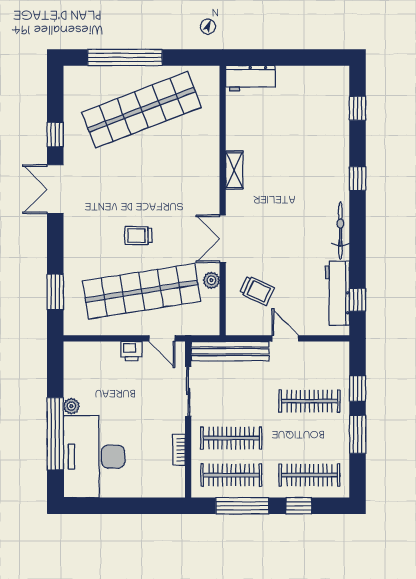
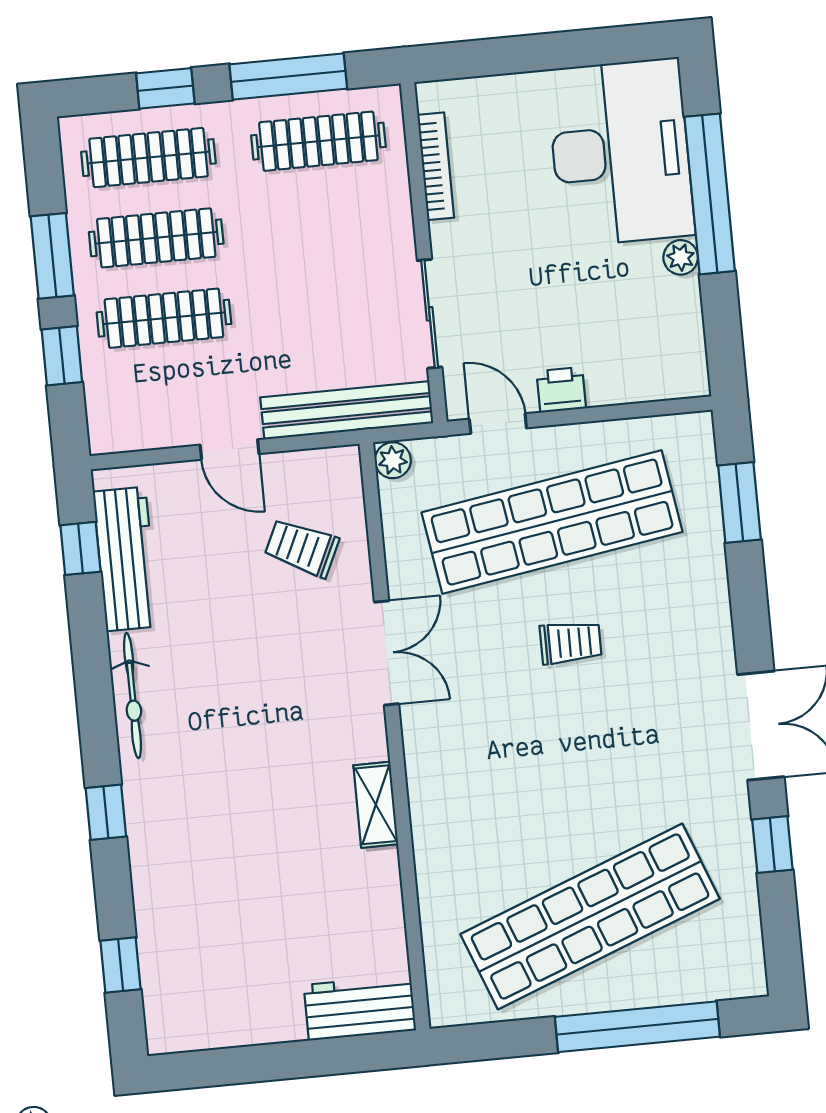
plant: (211, 280) -> (393, 460), moved
clothes rail: (231, 438) -> (156, 238), moved
bookcase: (179, 450) -> (436, 166), width x1.56

